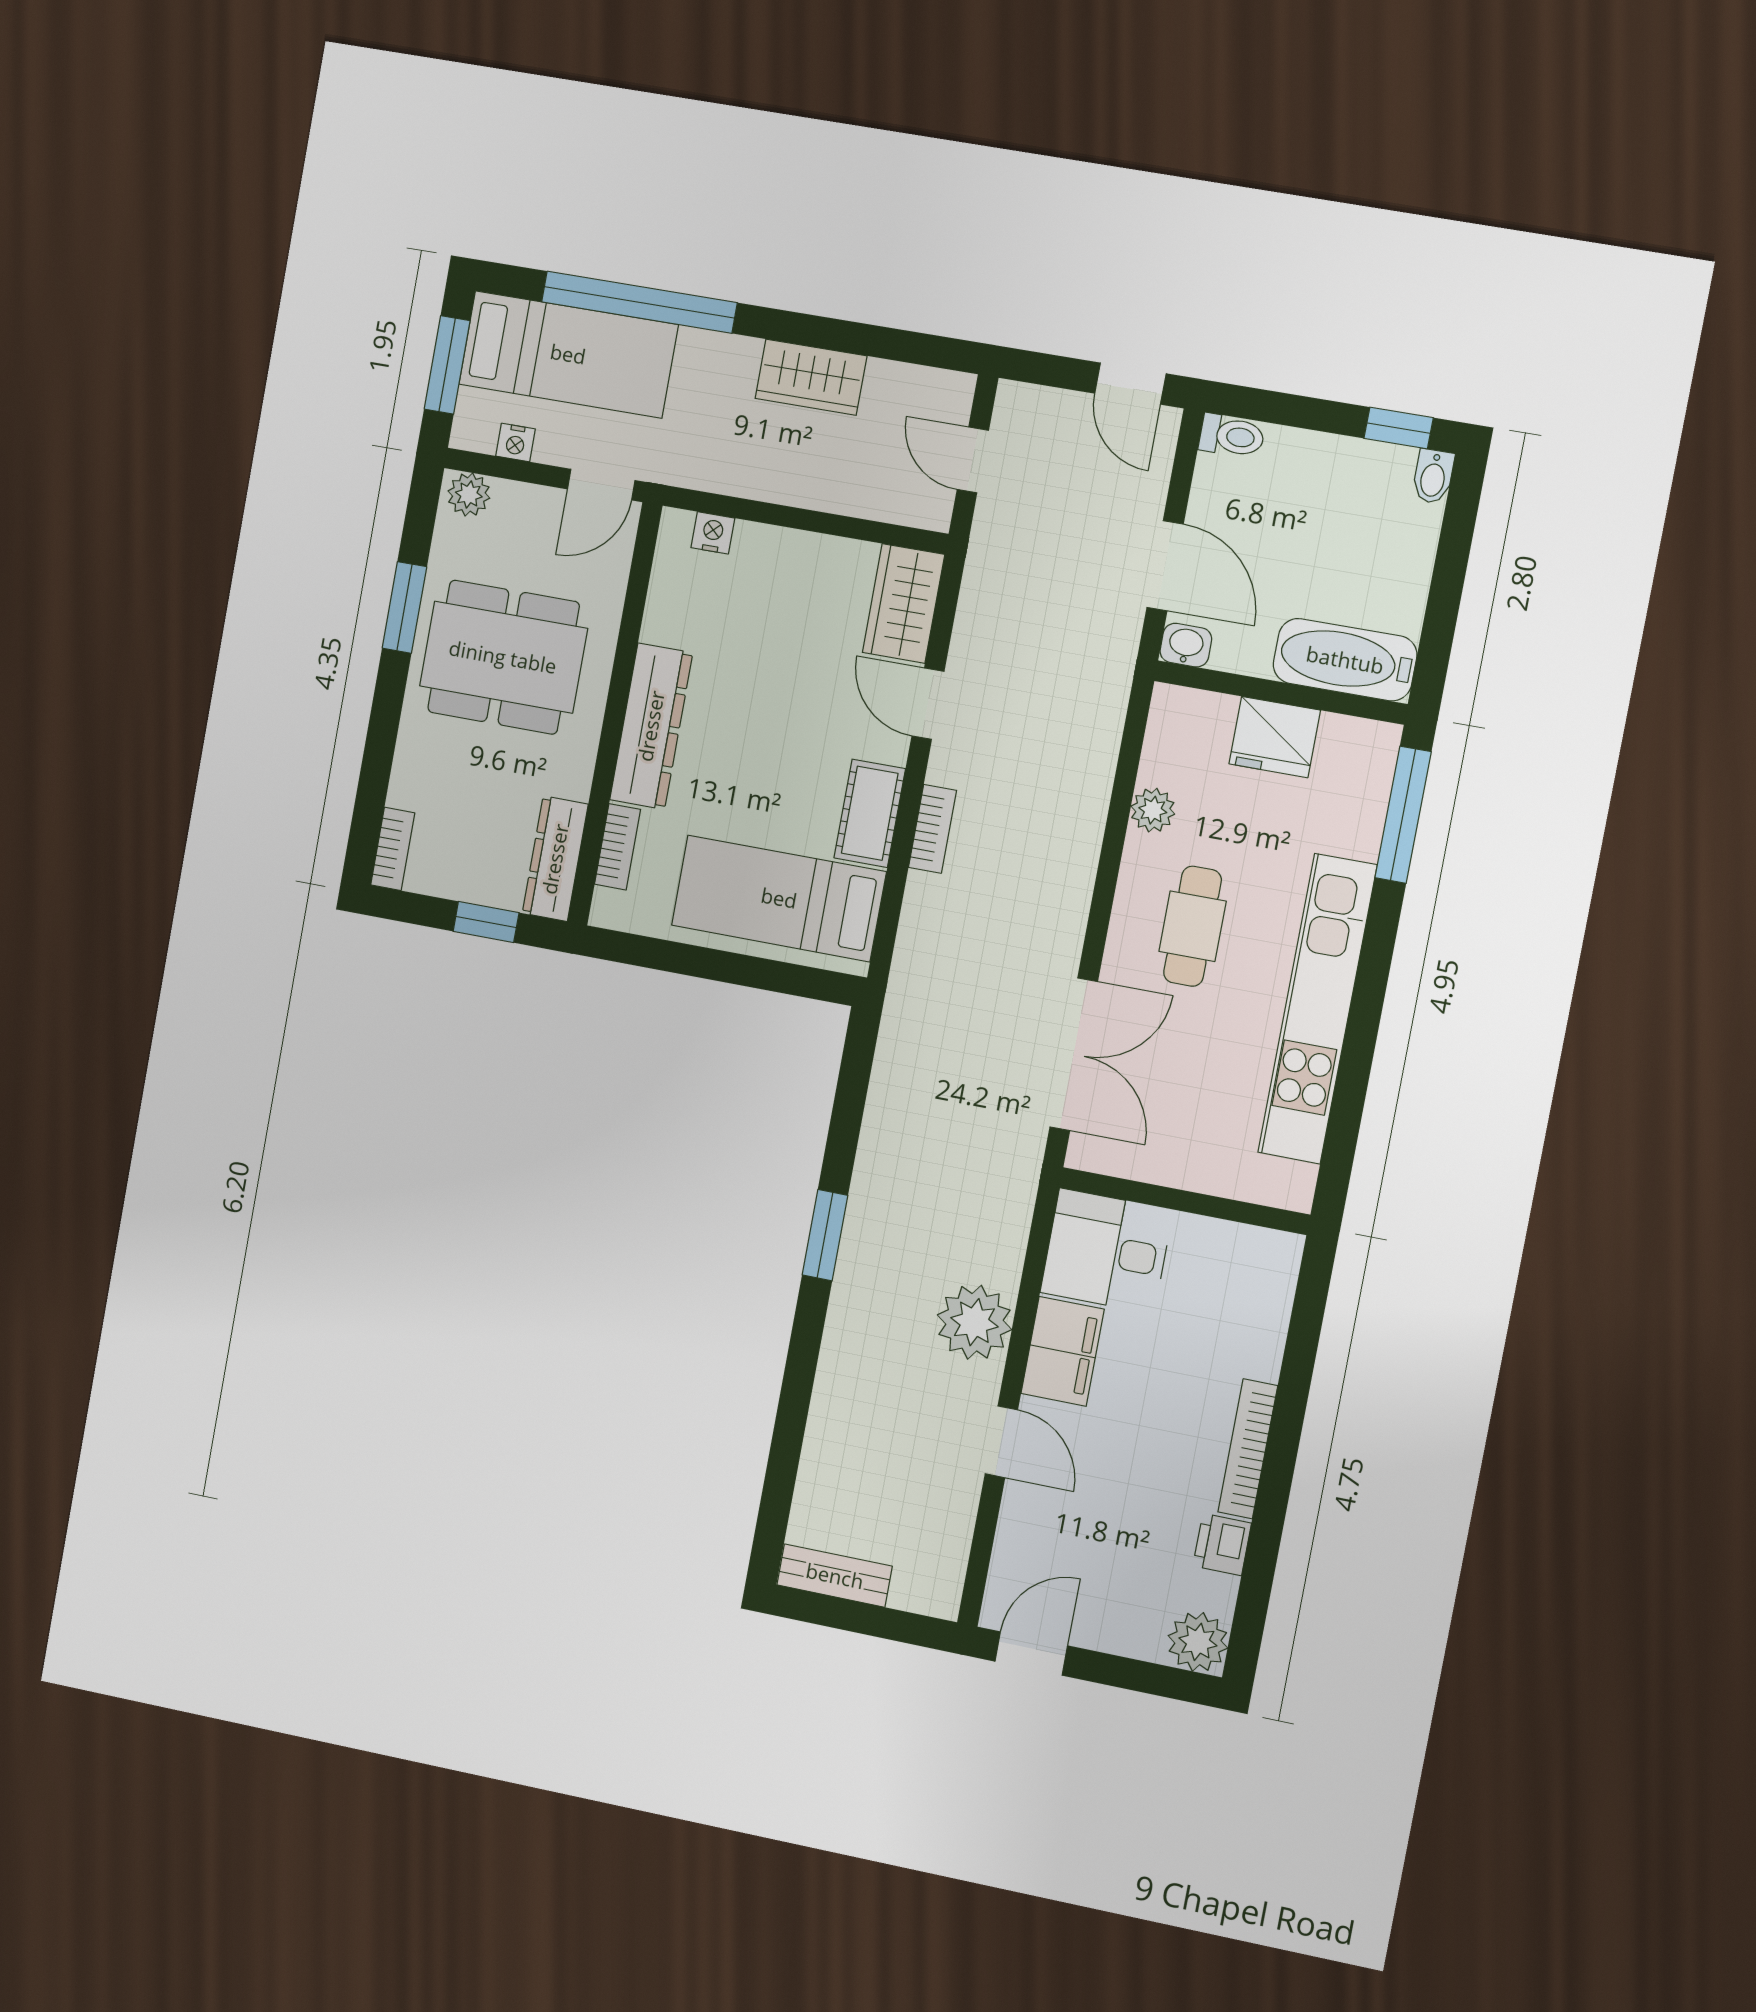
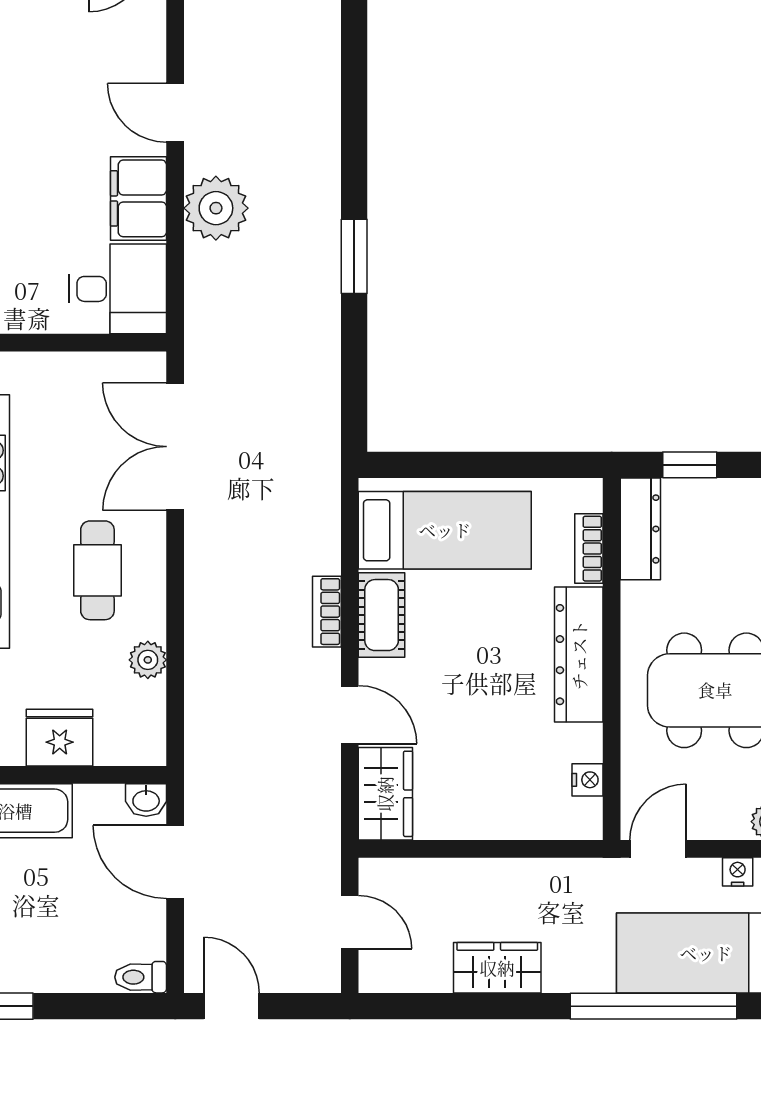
nightstand: (713, 533) -> (587, 780), moved, turned -90

